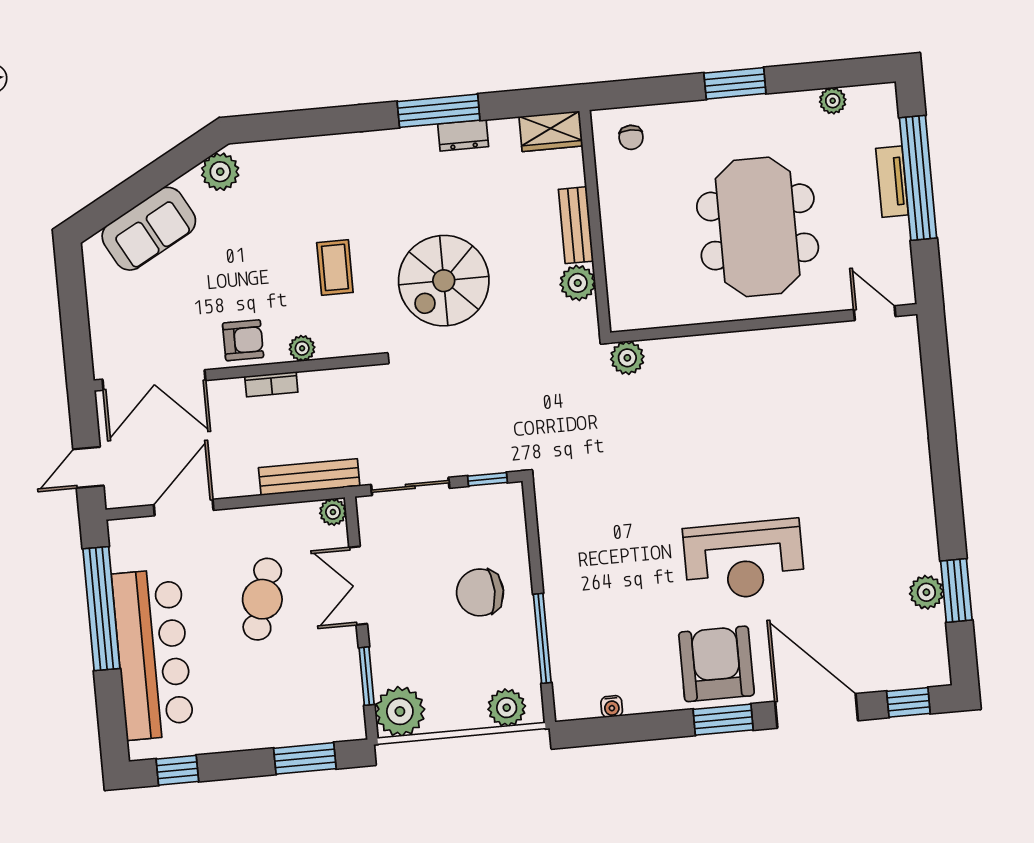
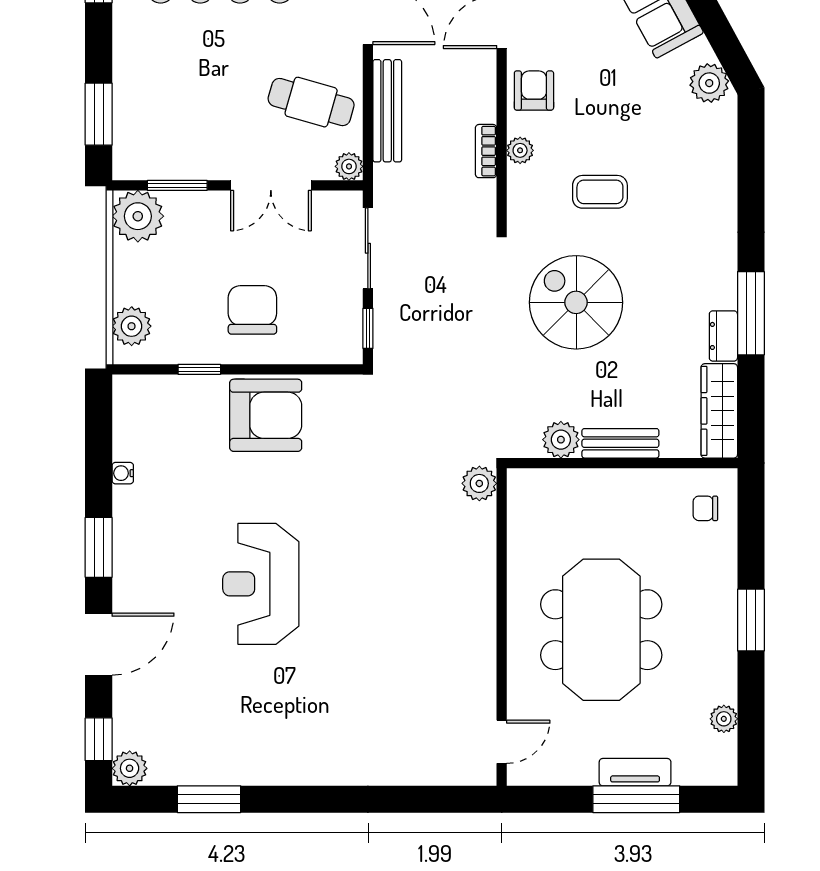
wardrobe: (551, 131) -> (719, 411), width x1.50
window: (918, 178) -> (636, 799), width x0.68
meeting table: (758, 227) -> (601, 630), turned 90
armchair: (243, 340) -> (534, 91), turned 180
bookcase: (271, 384) -> (486, 151), moved
bench: (309, 477) -> (387, 111), moved
double door: (358, 586) -> (271, 185), swing flipped
plant: (926, 592) -> (130, 768), moved
cafe table: (262, 599) -> (311, 102), moved
window: (542, 638) -> (199, 369), width x0.46
armchair: (716, 664) -> (266, 415), moved
water cooler: (612, 706) -> (123, 473), moved
door: (816, 711) -> (99, 644), width x0.73

